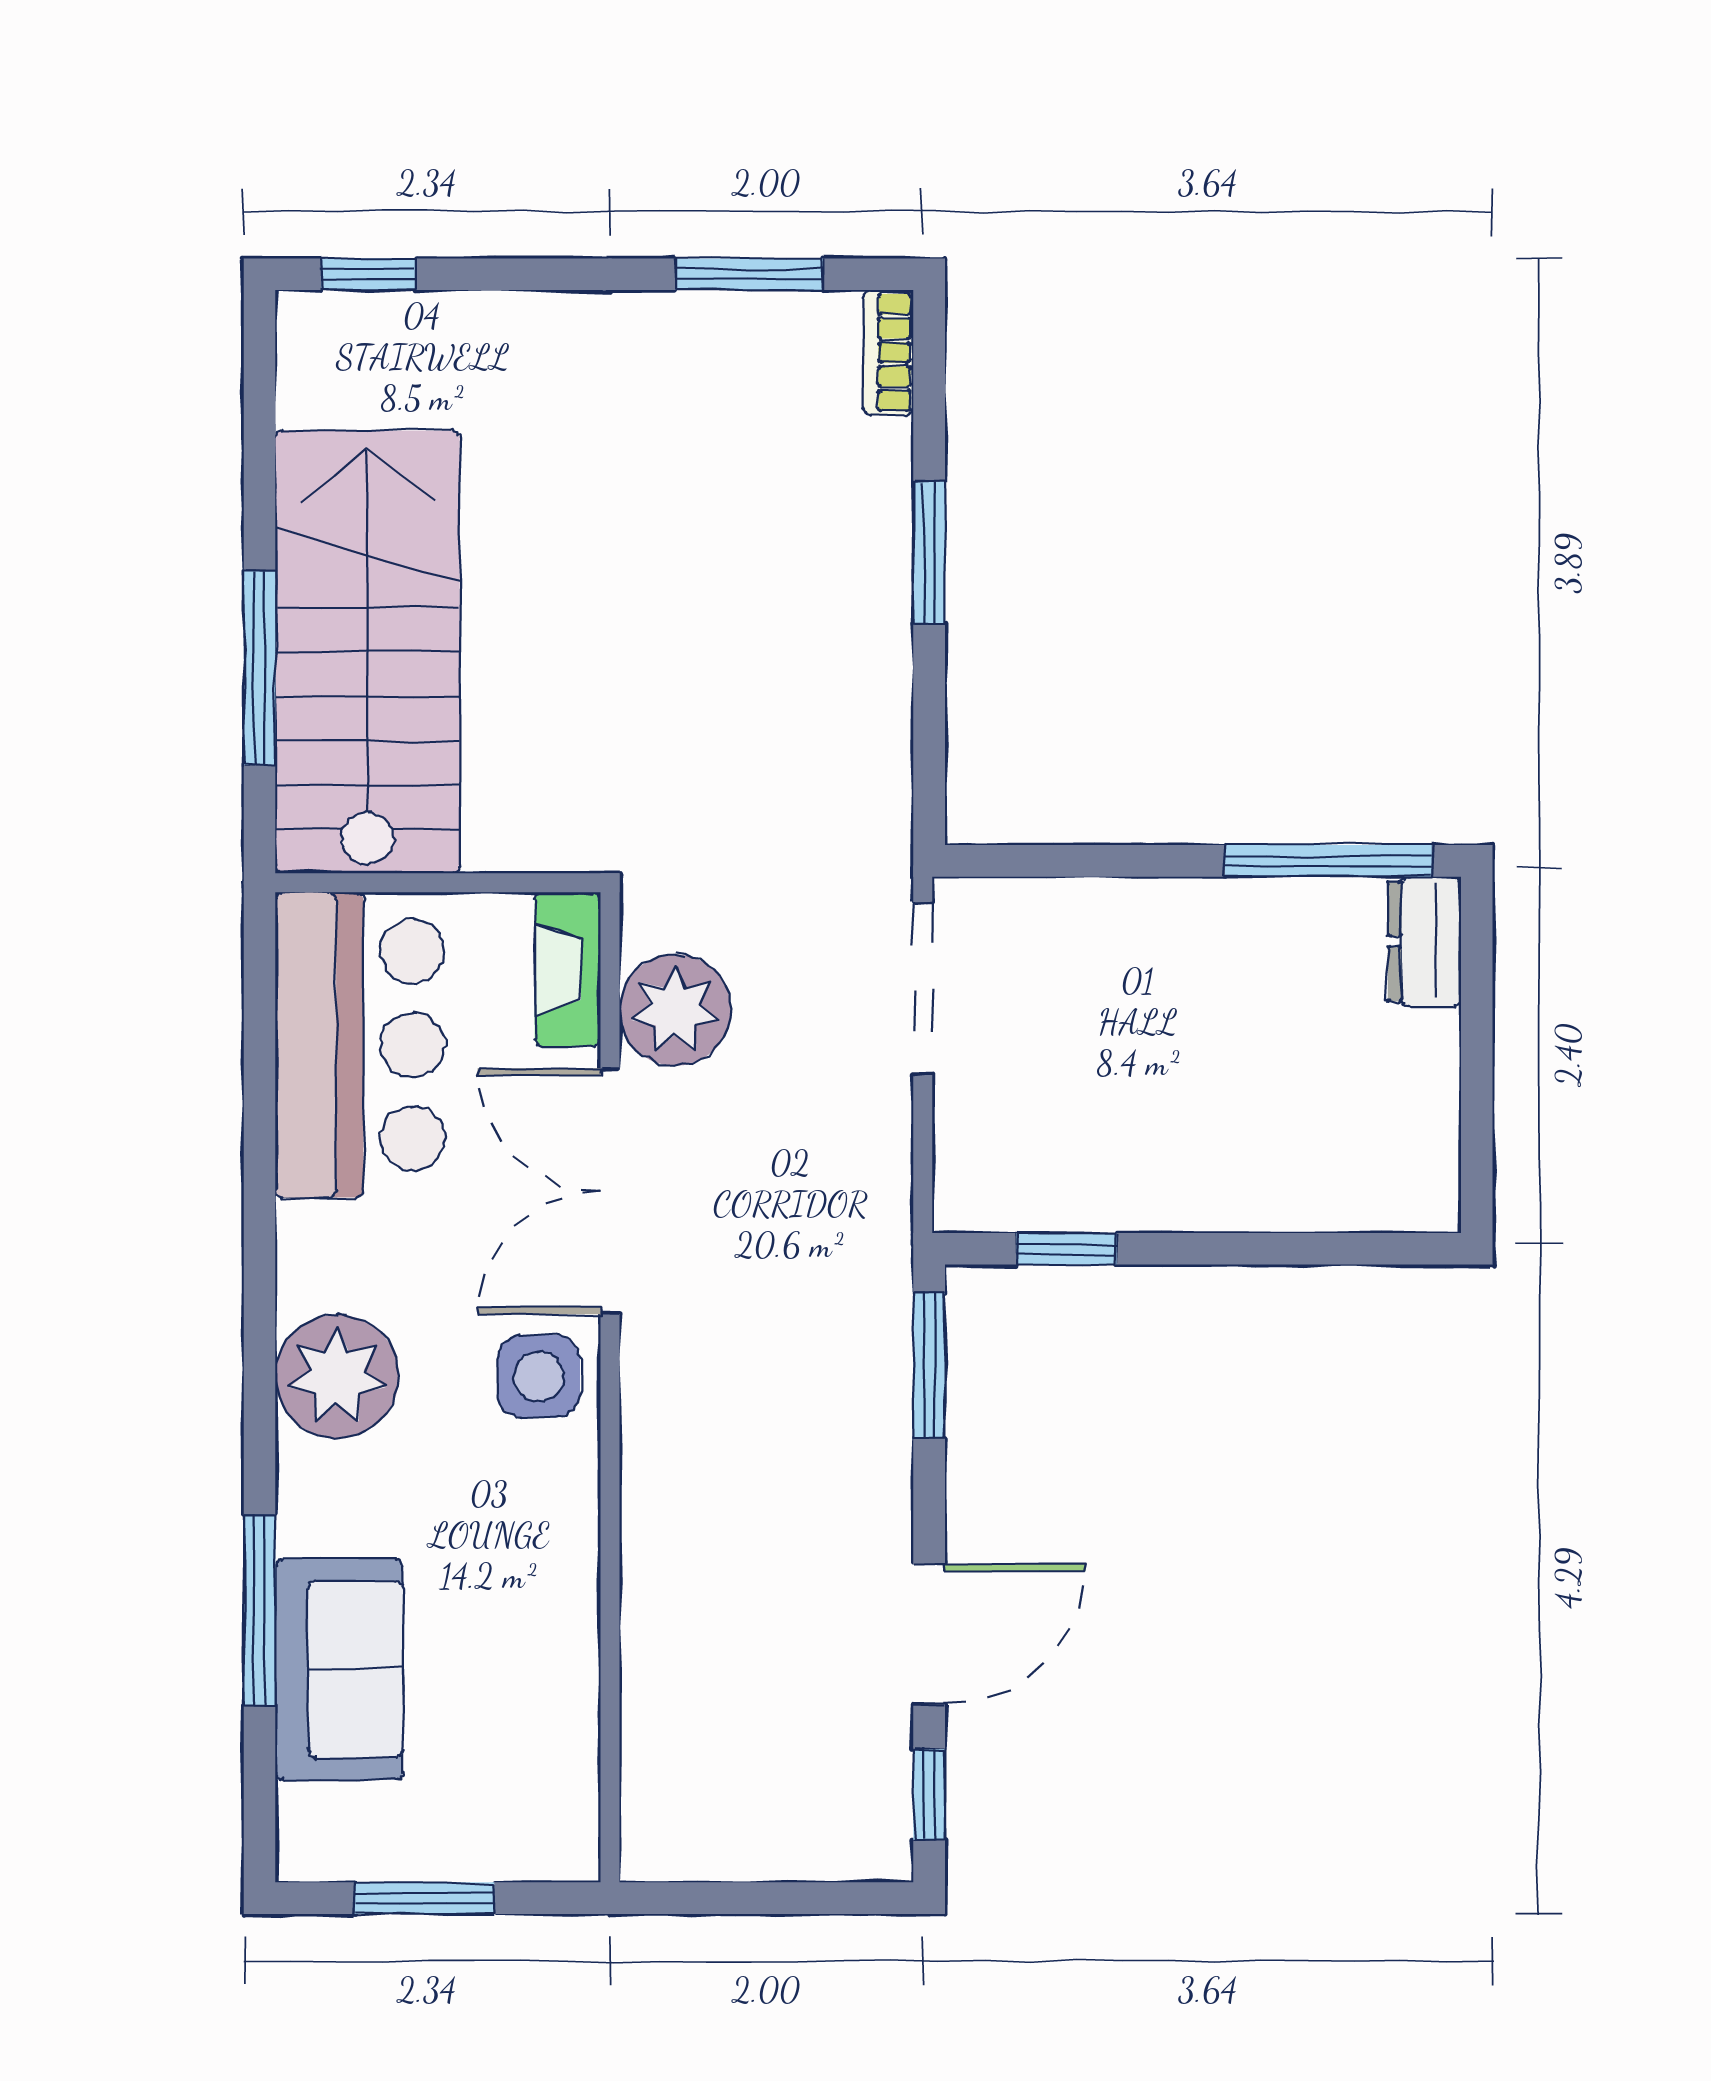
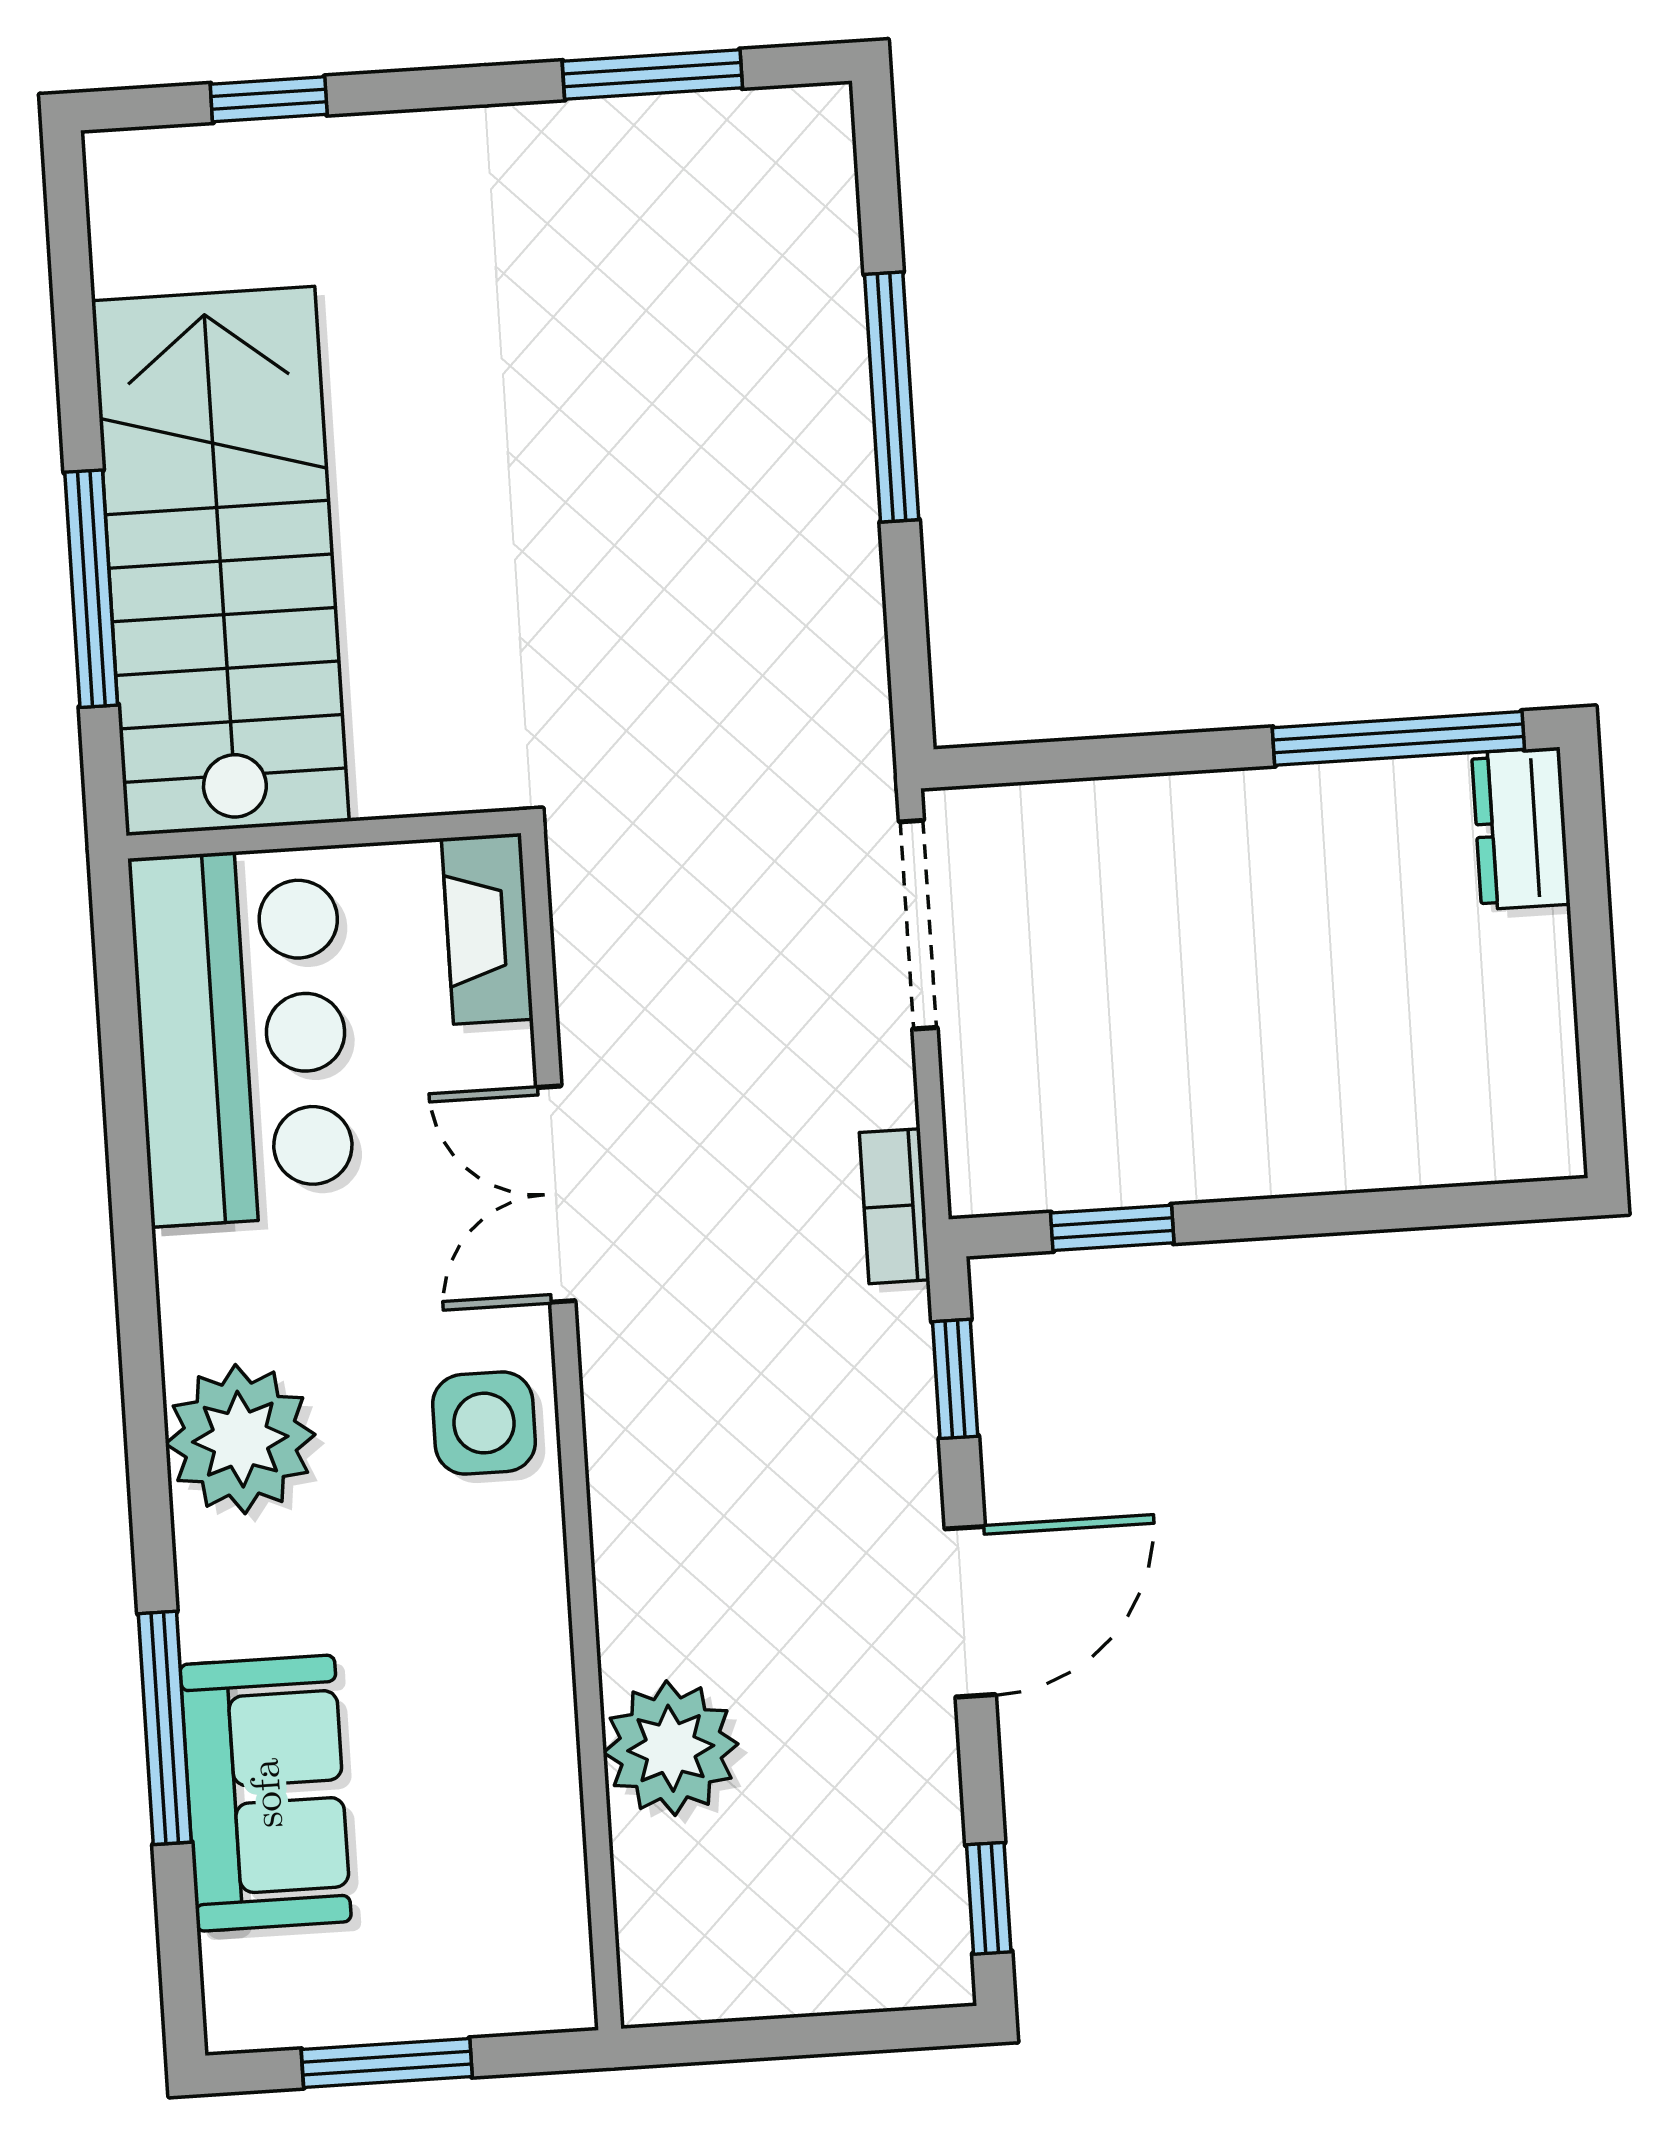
window: (369, 274) -> (269, 99), moved
bookcase: (888, 352) -> (895, 1206), moved
window: (929, 553) -> (892, 397), width x1.44
plant: (675, 1010) -> (671, 1748), moved
double door: (610, 1191) -> (556, 1194), width x0.73
window: (929, 1365) -> (955, 1379), width x0.67
door: (929, 1634) -> (970, 1612), moved

